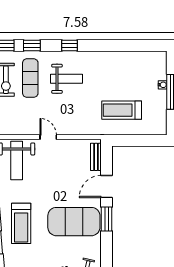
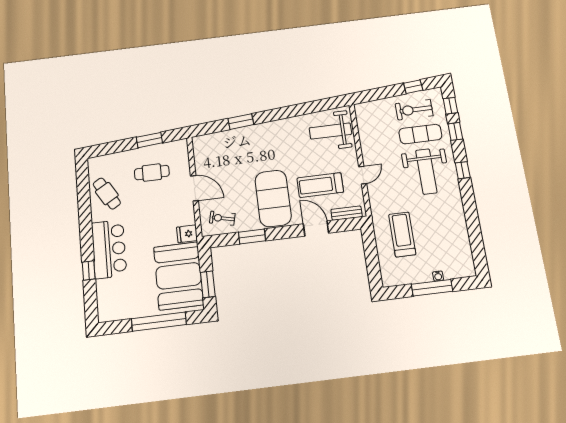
weight bench: (67, 79) -> (426, 172), width x1.36, depth x1.33
door: (48, 137) -> (363, 175), moved
window: (107, 219) -> (252, 236), moved
treadmill: (21, 223) -> (320, 185), moved

